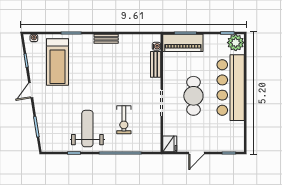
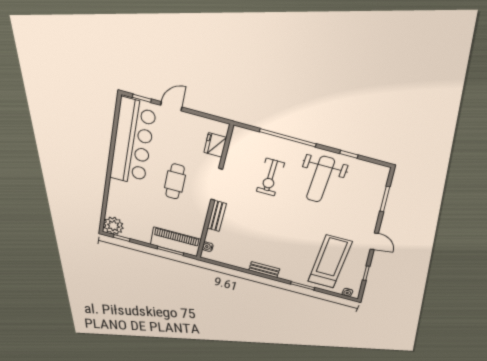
bench: (156, 64) -> (217, 216), moved
bar counter: (231, 88) -> (133, 143), moved
door: (31, 90) -> (374, 241), hinge flipped
cafe table: (193, 96) -> (175, 182), width x0.73, depth x0.74
exercise bike: (124, 120) -> (270, 177), turned 180
fridge: (170, 144) -> (215, 145), moved
door: (196, 153) -> (171, 106), moved

